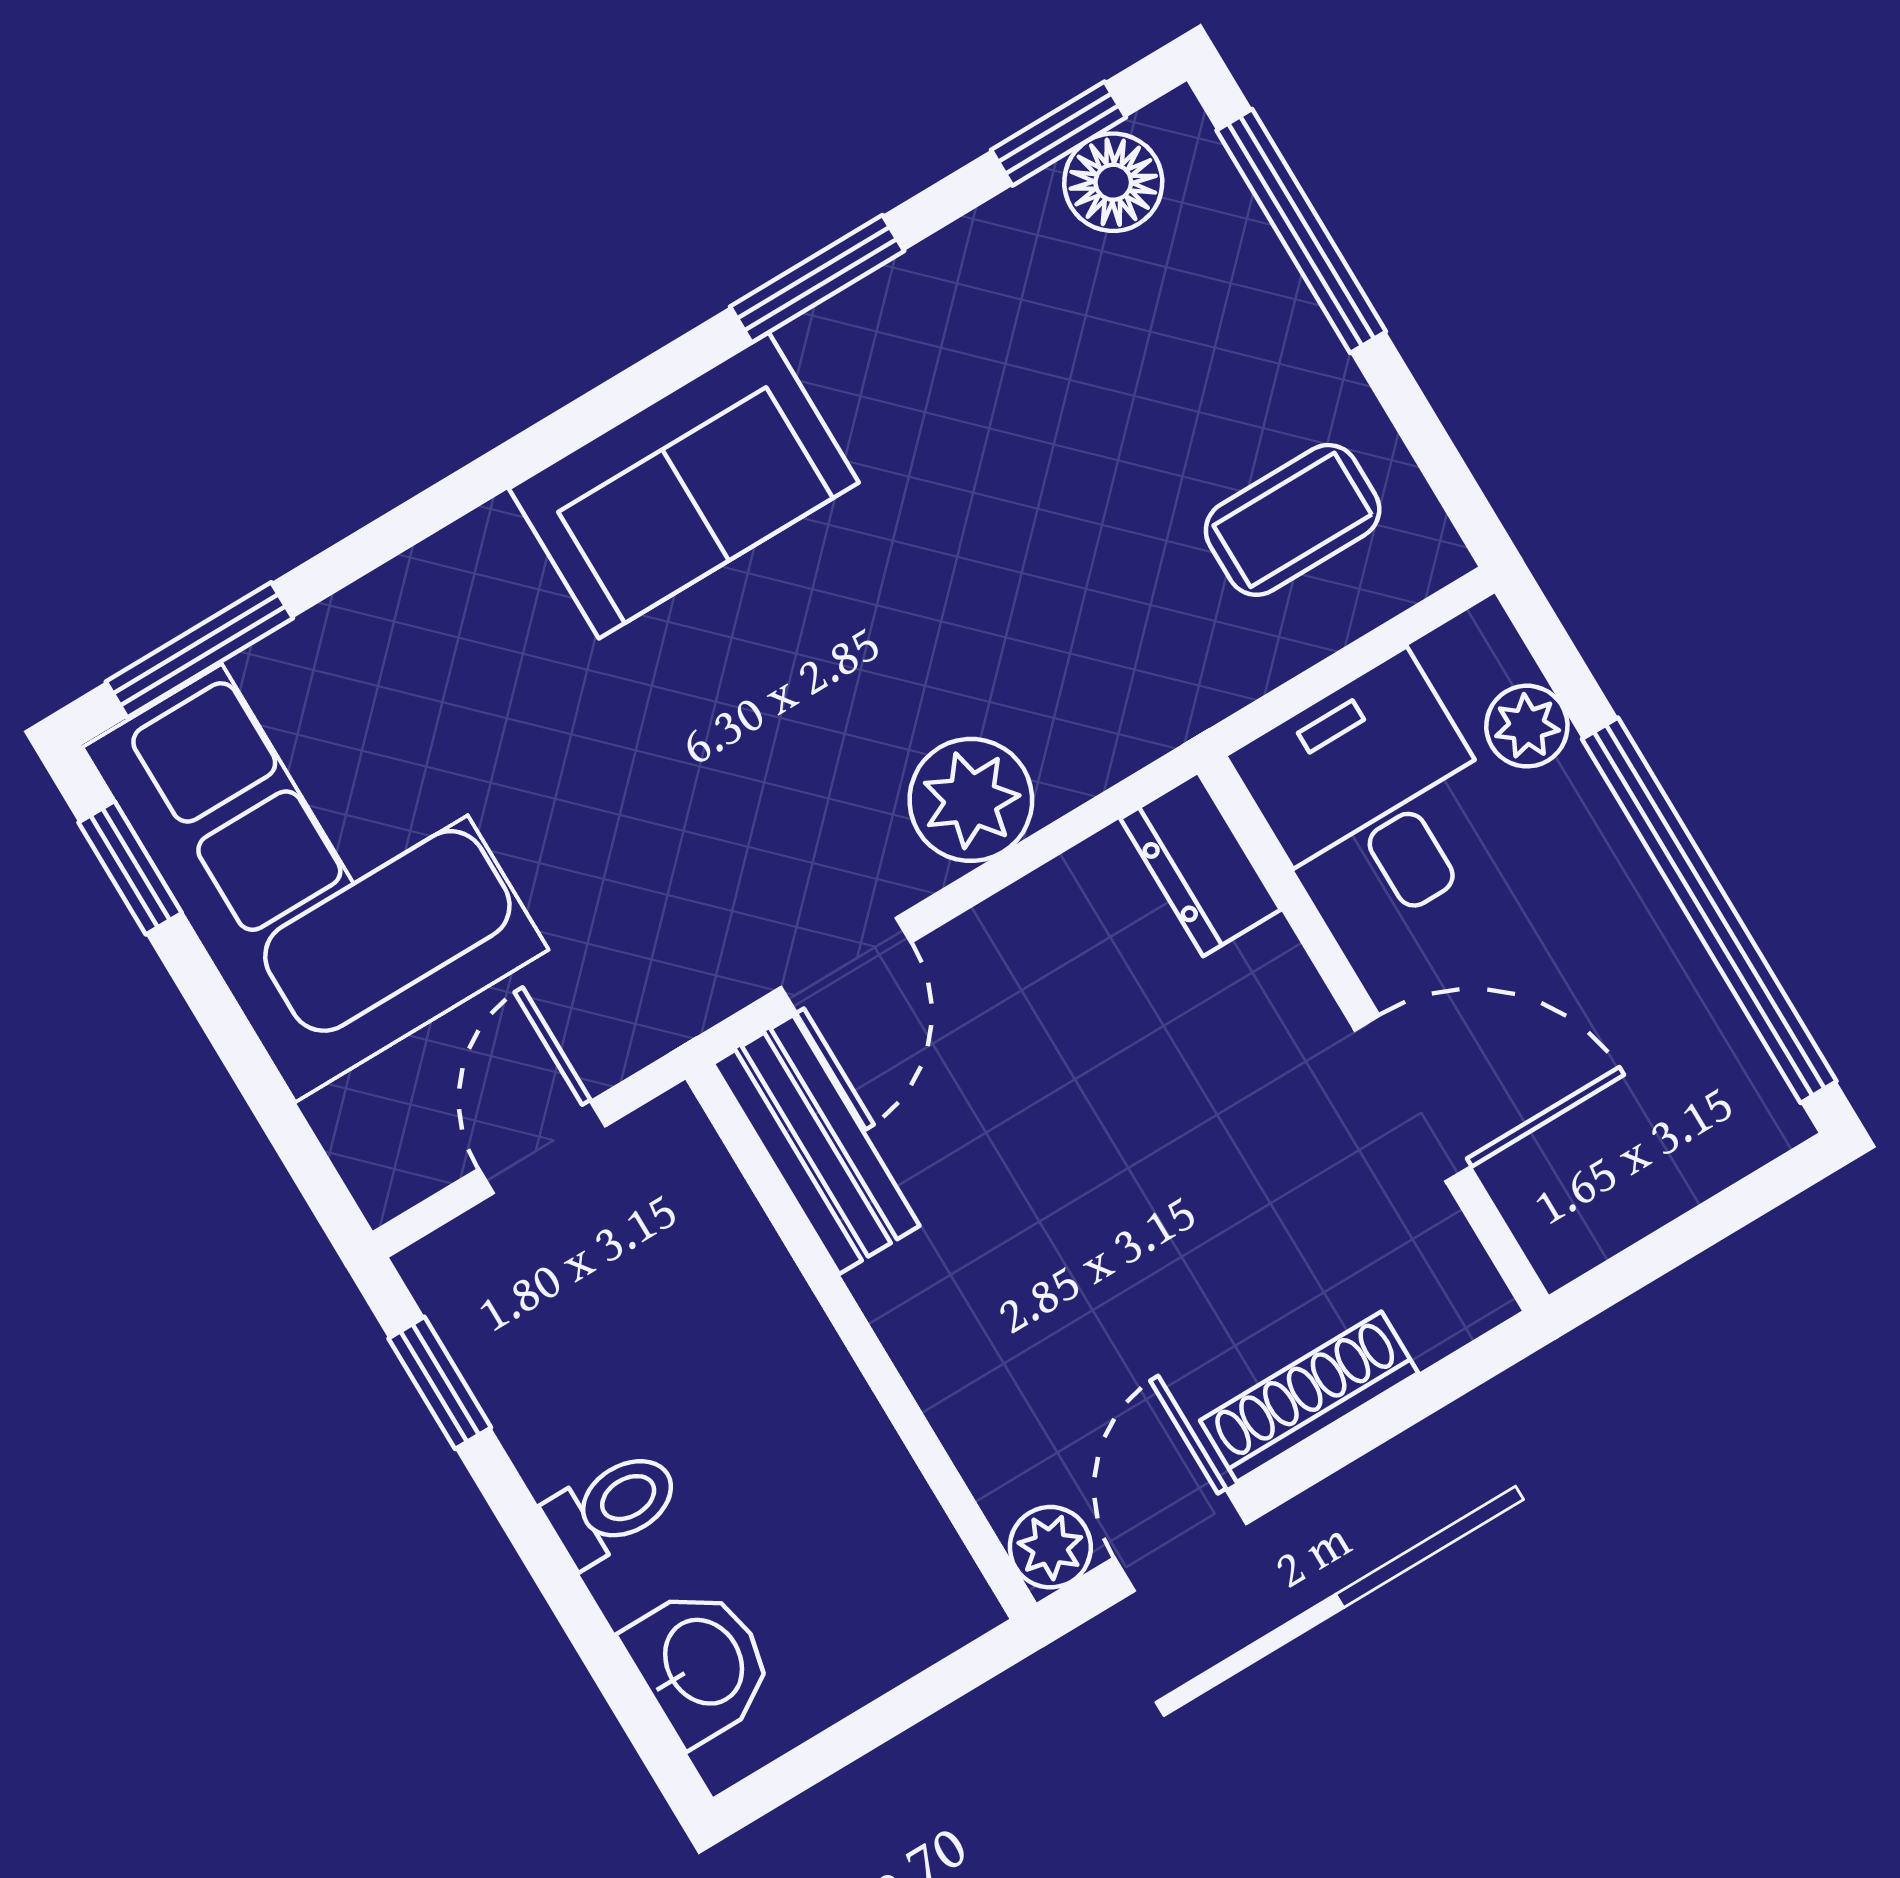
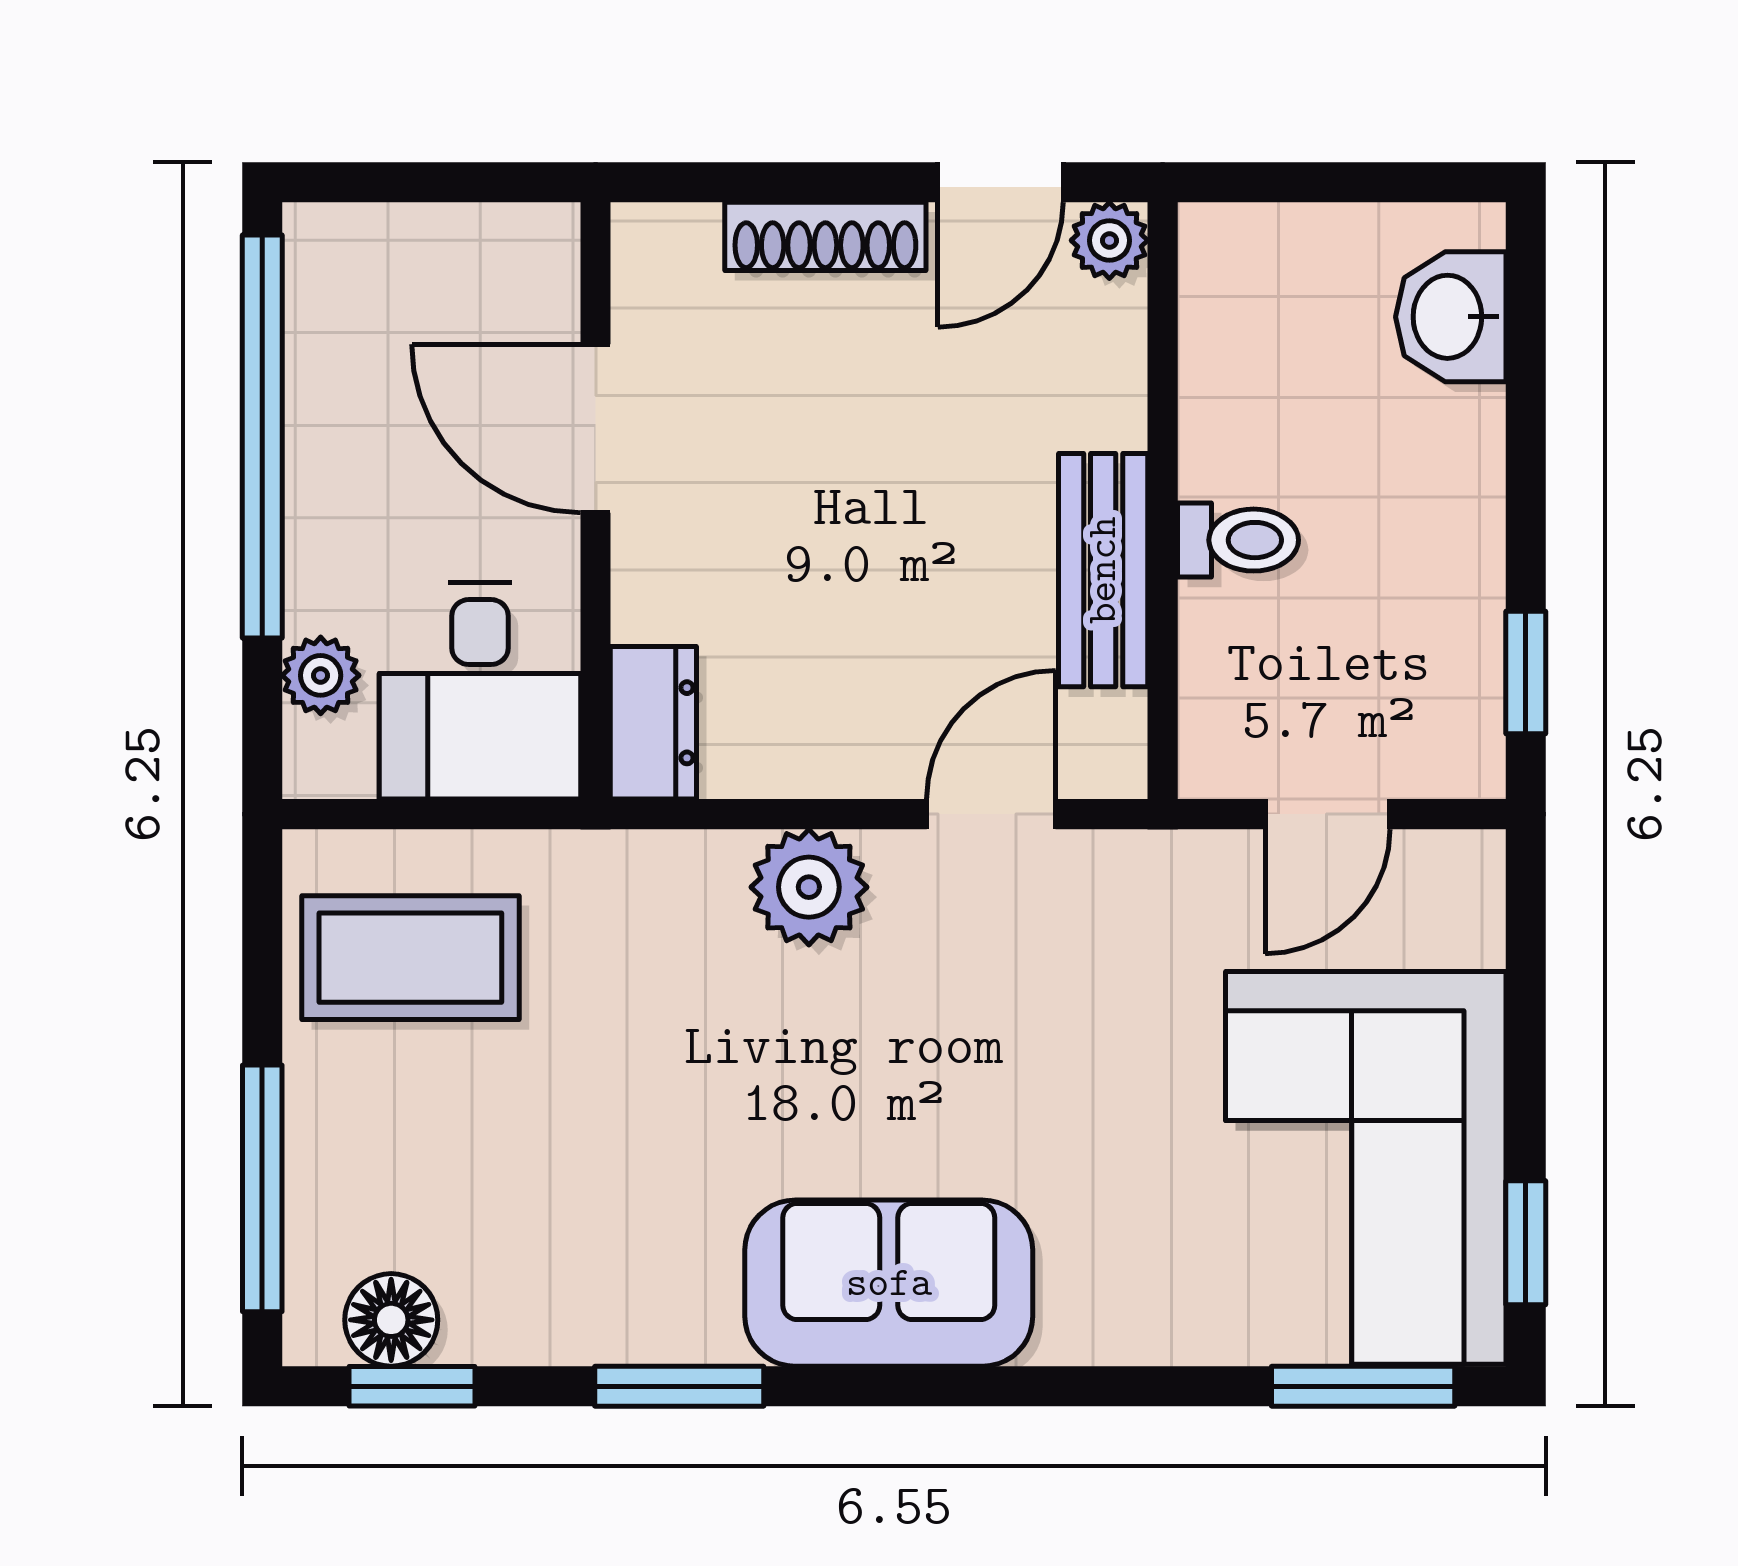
coffee table: (1293, 520) -> (410, 958), width x1.36, depth x1.30
bench: (816, 1145) -> (1103, 570), moved
toilet: (613, 1507) -> (1238, 540), moved, turned 180

